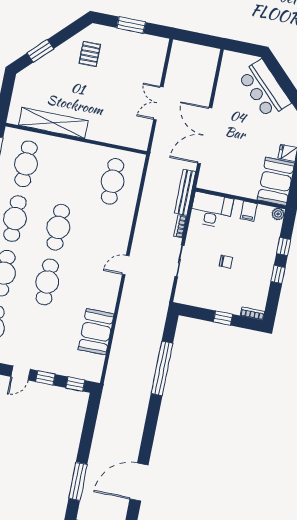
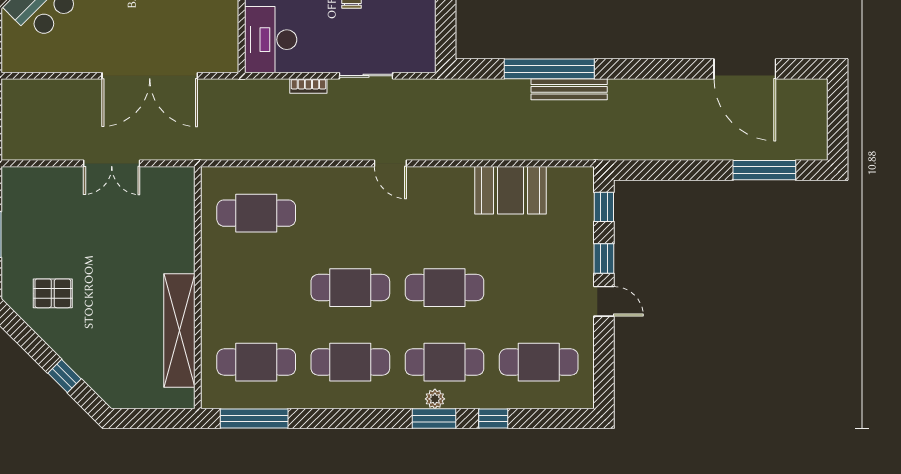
window: (40, 51) -> (64, 376), width x0.67
bench: (185, 192) -> (569, 89), moved

